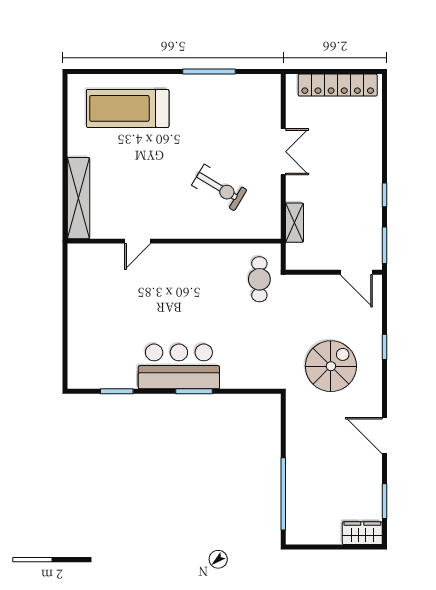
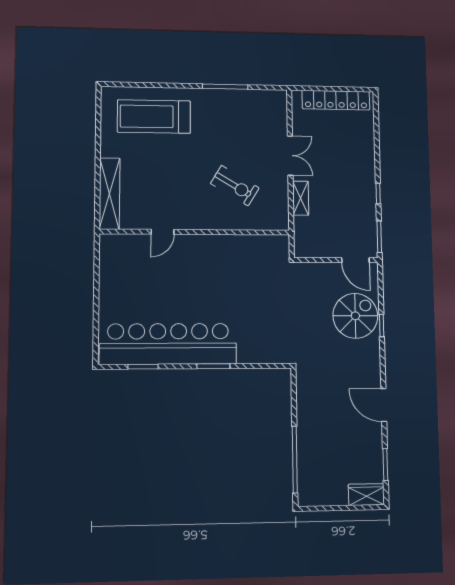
shelving: (294, 223) -> (301, 198), moved
cafe table: (259, 279) -> (271, 266), removed
bar counter: (179, 366) -> (168, 344), width x1.86
spiral stairs: (331, 366) -> (355, 316), moved

